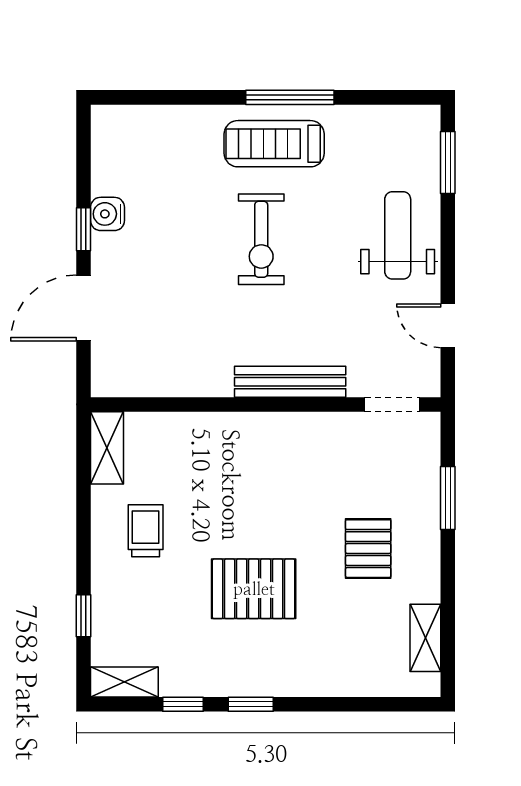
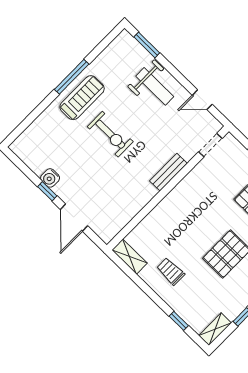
treadmill: (274, 144) -> (82, 98), turned 180
weight bench: (398, 235) -> (155, 86), turned 180
bench: (290, 382) -> (168, 172), width x0.73

